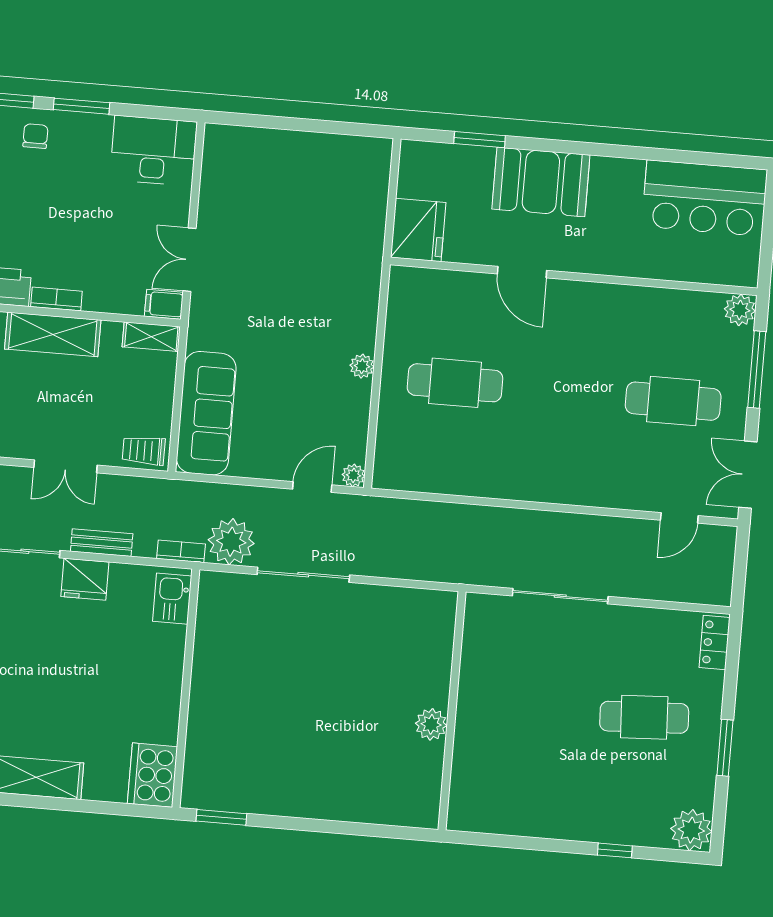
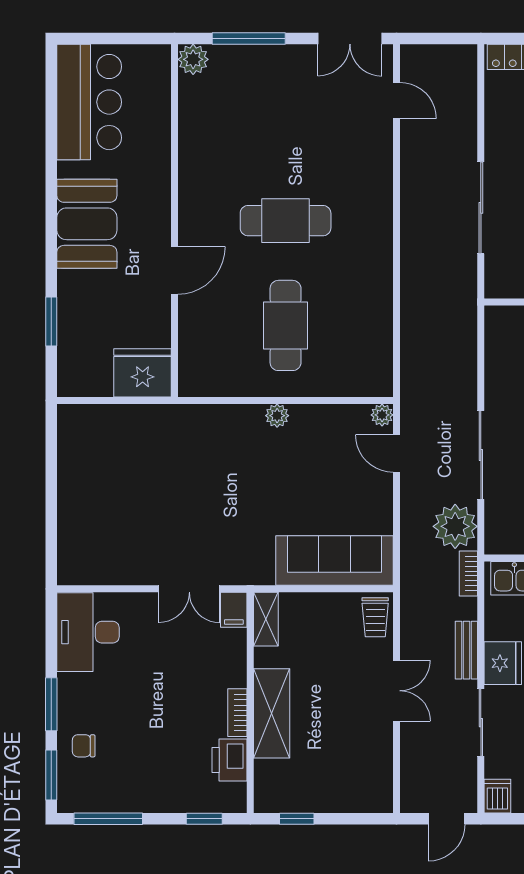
booth: (541, 182) -> (87, 224), moved
cafe table: (673, 401) -> (286, 221), moved, turned 90

